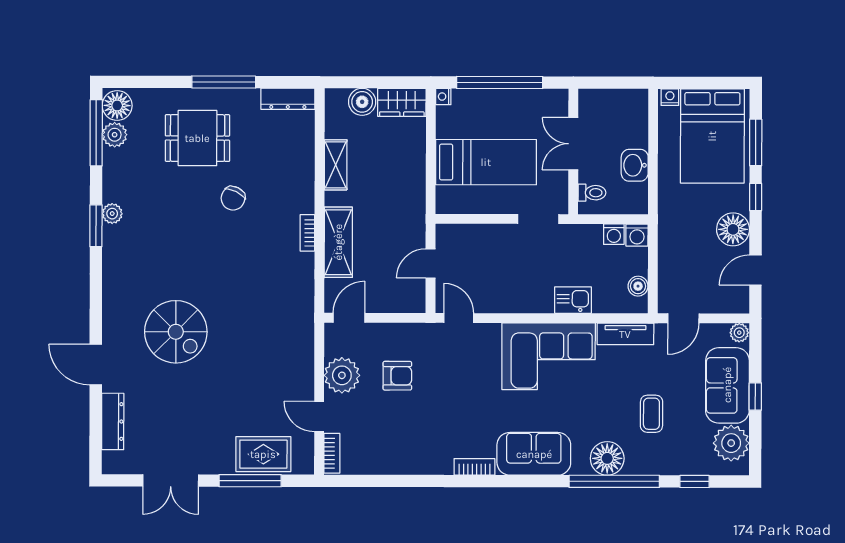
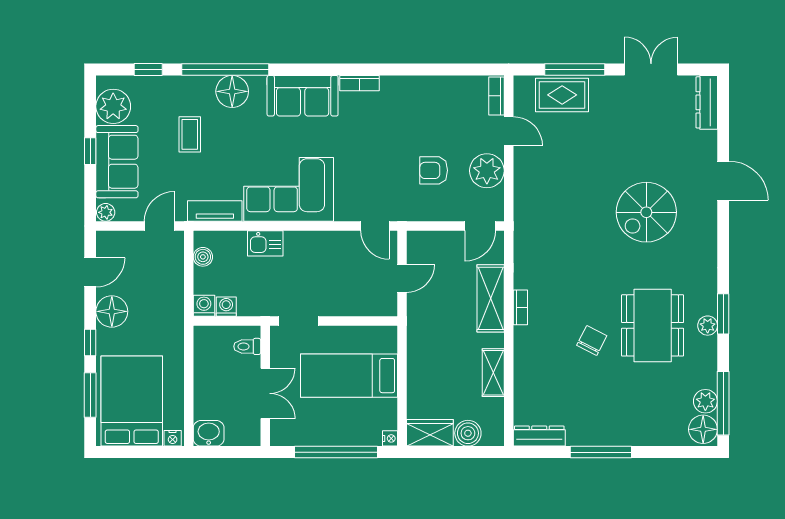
dining table: (197, 138) -> (653, 325), moved, width x1.37
washbasin: (635, 165) -> (209, 433), moved, turned -90
spiral stairs: (176, 332) -> (646, 212), turned -90
dresser: (113, 421) -> (707, 102), moved

